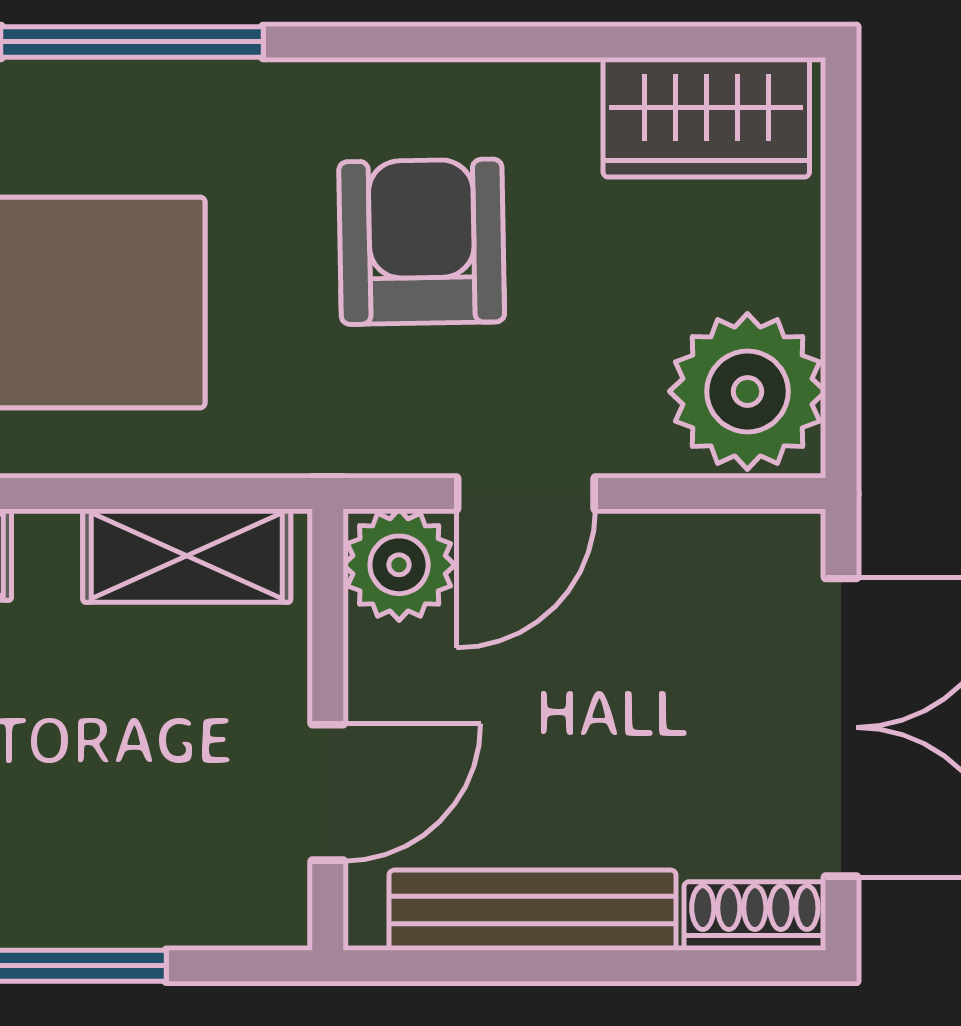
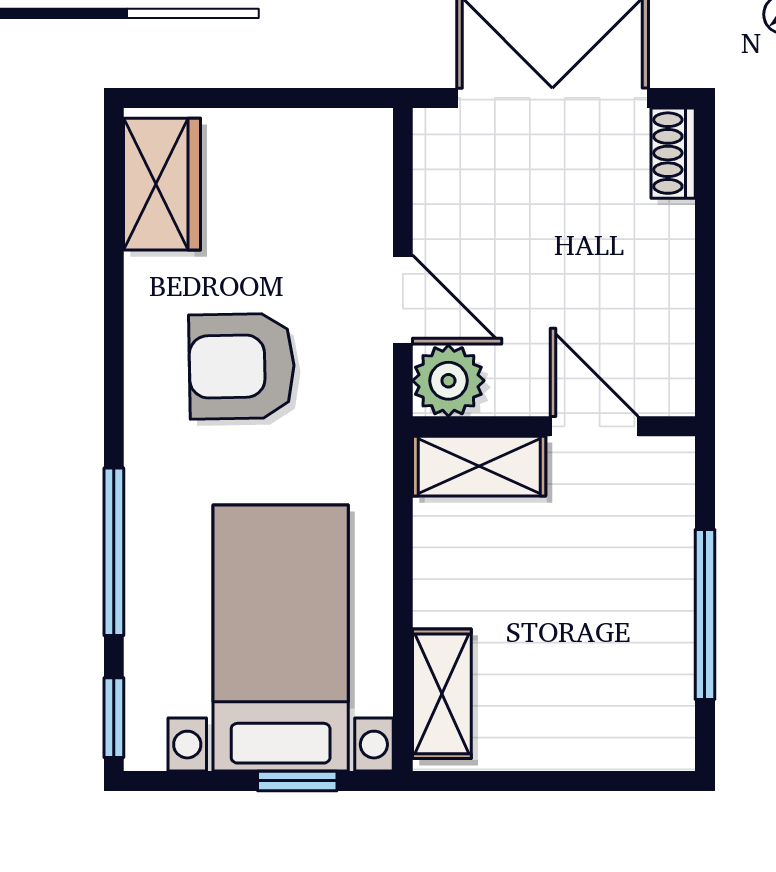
plant: (747, 391) -> (338, 158), removed
shelving: (187, 556) -> (479, 466), moved, turned 90
bench: (533, 910) -> (669, 295), removed

